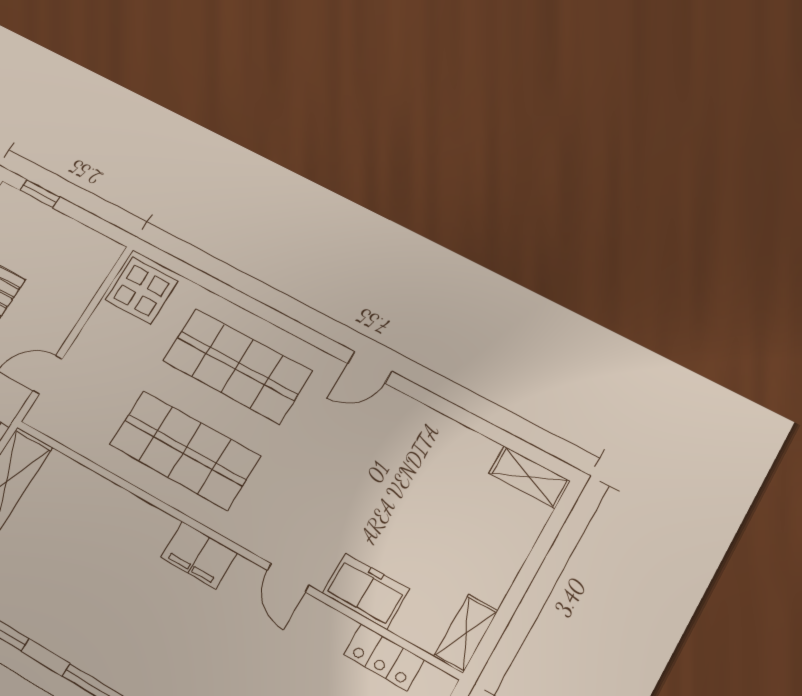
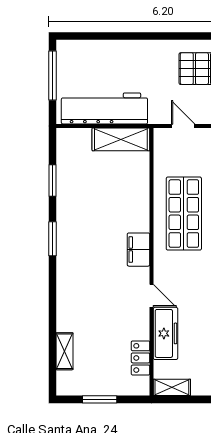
door: (288, 578) -> (152, 296), swing flipped
freezer: (366, 591) -> (166, 333), width x1.40

